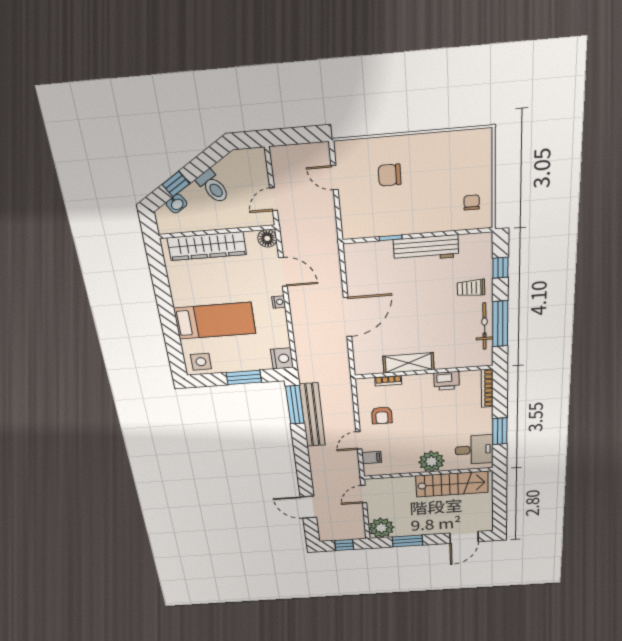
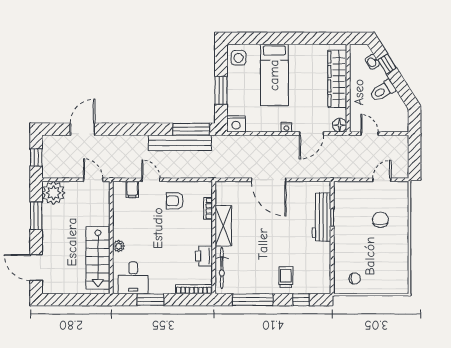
workbench: (426, 248) -> (322, 217), moved
bicycle: (484, 326) -> (222, 268), moved, turned 90
plant: (431, 461) -> (119, 246), width x0.53, depth x0.53

